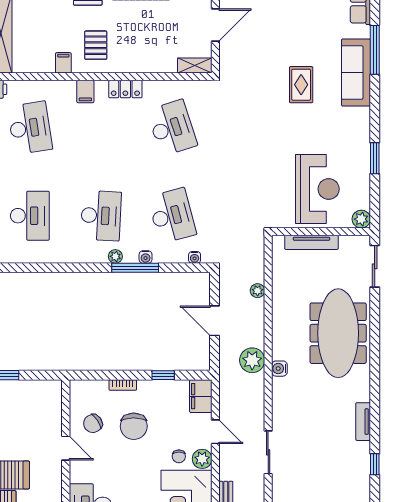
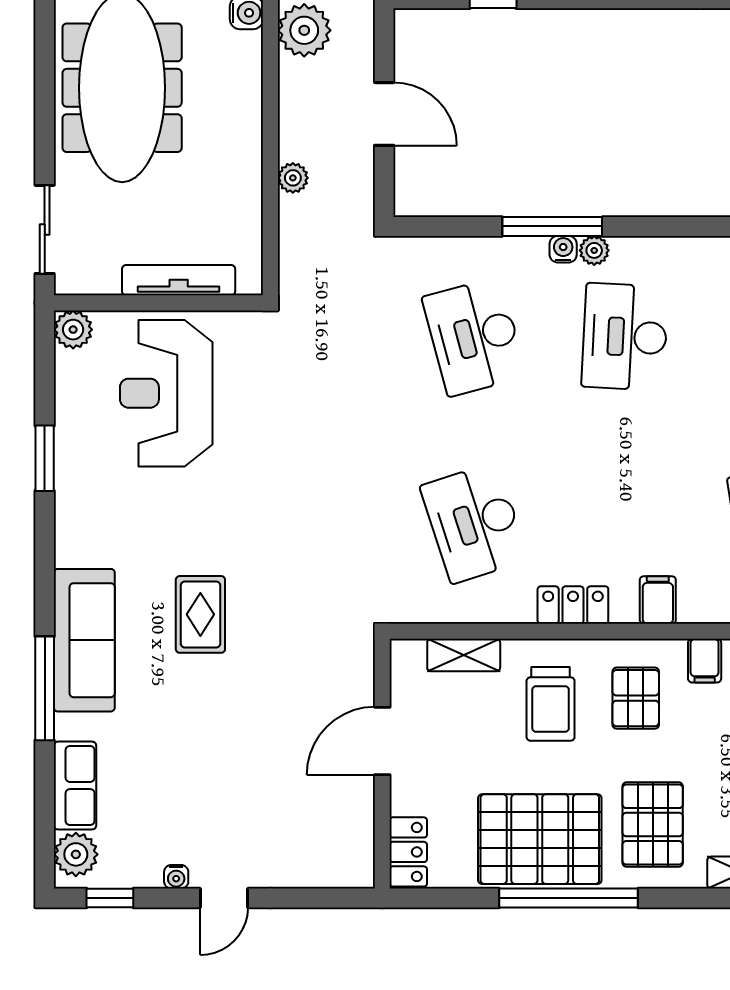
trolley: (136, 42) -> (551, 704), added
shelving: (195, 65) -> (464, 655), moved
water cooler: (146, 257) -> (563, 249), moved
water cooler: (195, 257) -> (426, 248), removed

